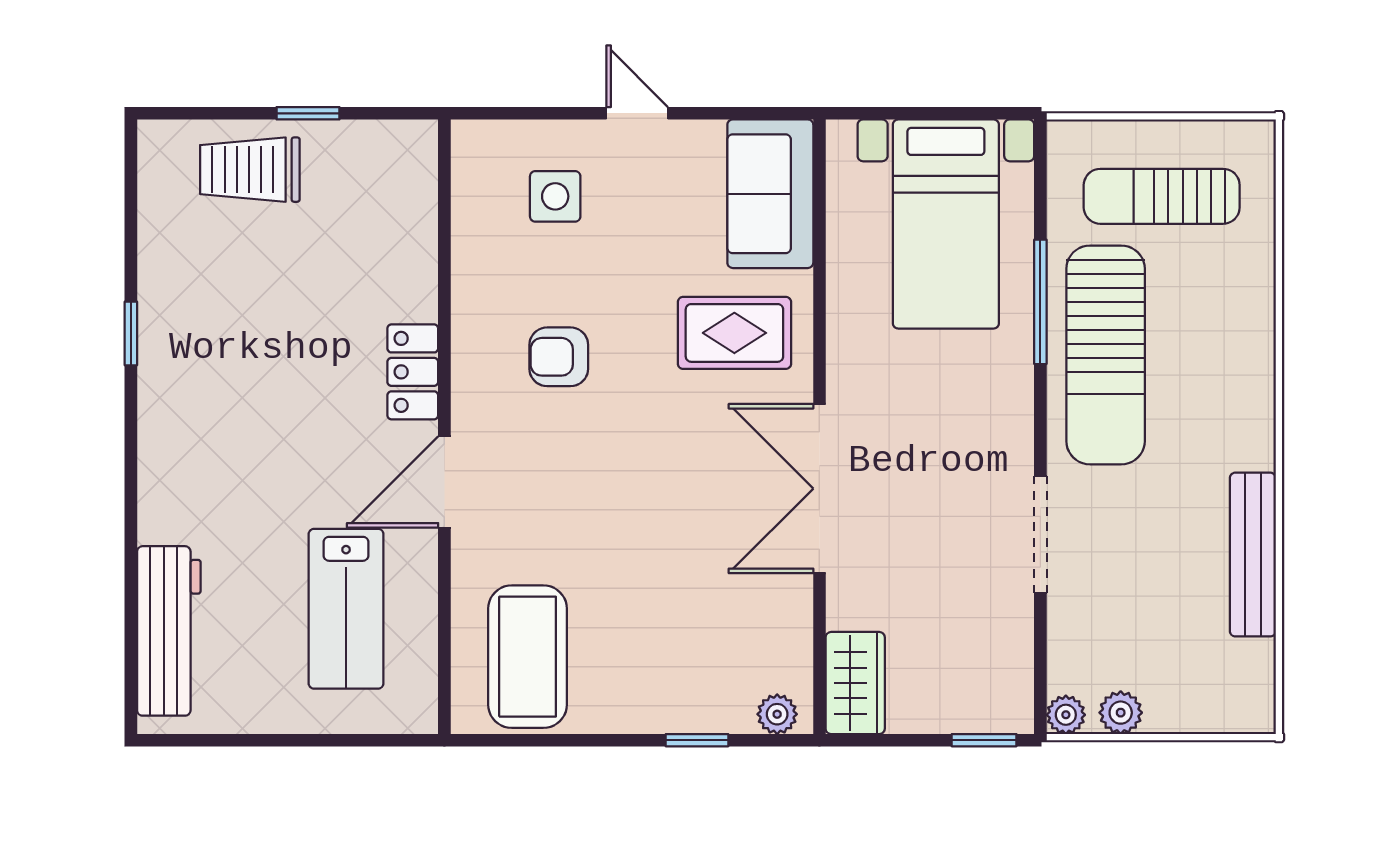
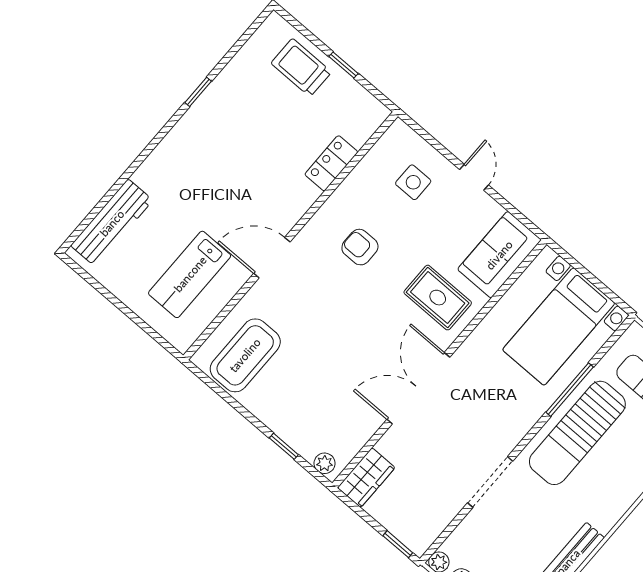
locker: (413, 372) -> (331, 163), moved

